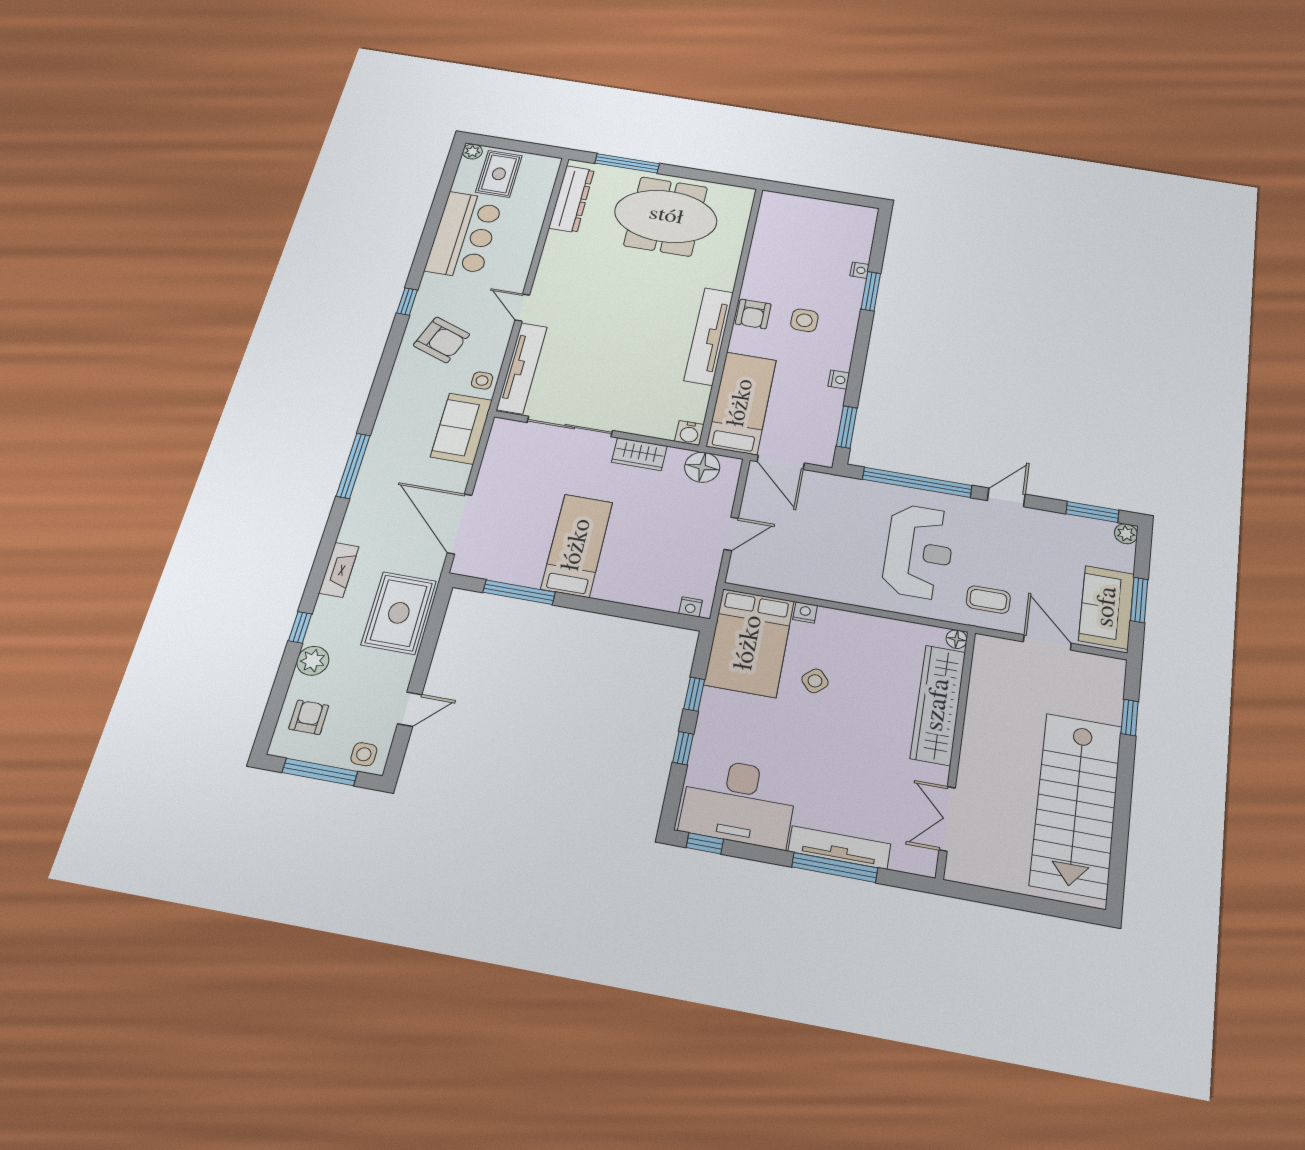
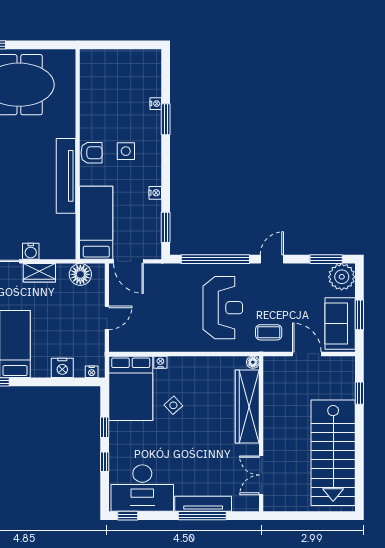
armchair: (753, 314) -> (92, 153), turned -90
water cooler: (689, 433) -> (31, 251), moved
plant: (1126, 534) -> (342, 277), width x1.87, depth x1.87
nightstand: (644, 593) -> (62, 368), added

